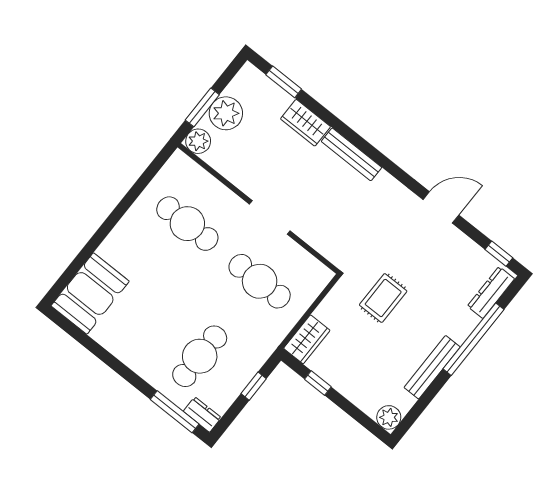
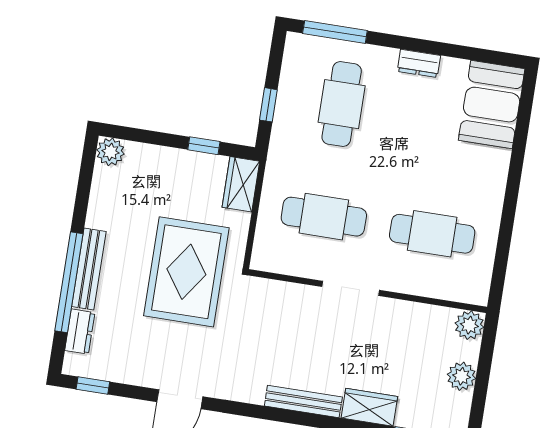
window: (202, 107) -> (485, 363), removed
plant: (226, 113) -> (462, 376), width x0.73, depth x0.73
dresser: (491, 292) -> (80, 332), width x0.70
rug: (383, 298) -> (186, 272), width x1.86, depth x2.06
bench: (432, 367) -> (89, 269), moved
dresser: (202, 415) -> (419, 63), moved

